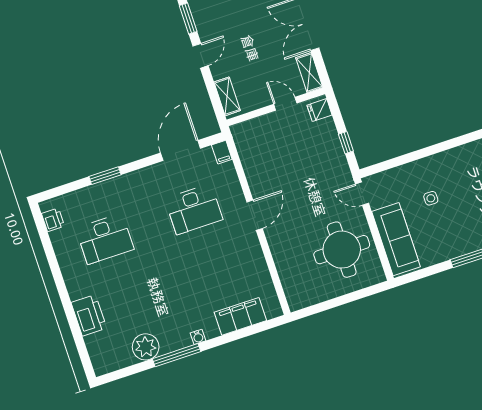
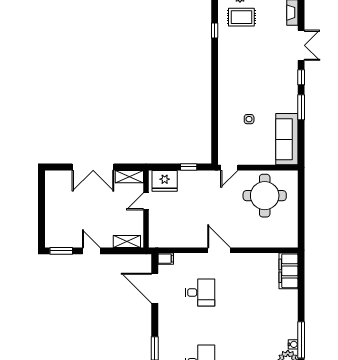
fridge: (319, 110) -> (165, 181), width x1.88, depth x1.34
desk: (194, 209) -> (200, 292), width x0.73
sofa: (396, 239) -> (287, 139), moved, turned -90
filing cabinet: (240, 316) -> (288, 271), moved
water cooler: (198, 337) -> (293, 344), moved

